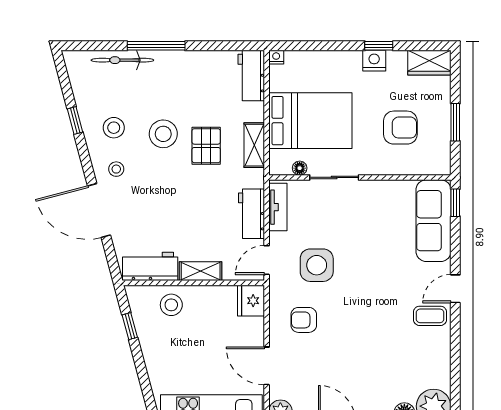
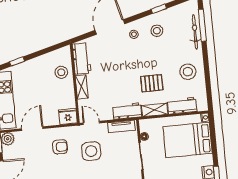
window: (156, 46) -> (202, 25), moved
workbench: (251, 76) -> (182, 106), moved
bed: (310, 121) -> (188, 140), moved, turned 90
stool: (163, 134) -> (188, 72), moved
workbench: (251, 214) -> (127, 111), moved
armchair: (304, 320) -> (60, 147), turned 90
window: (130, 326) -> (17, 61), moved

